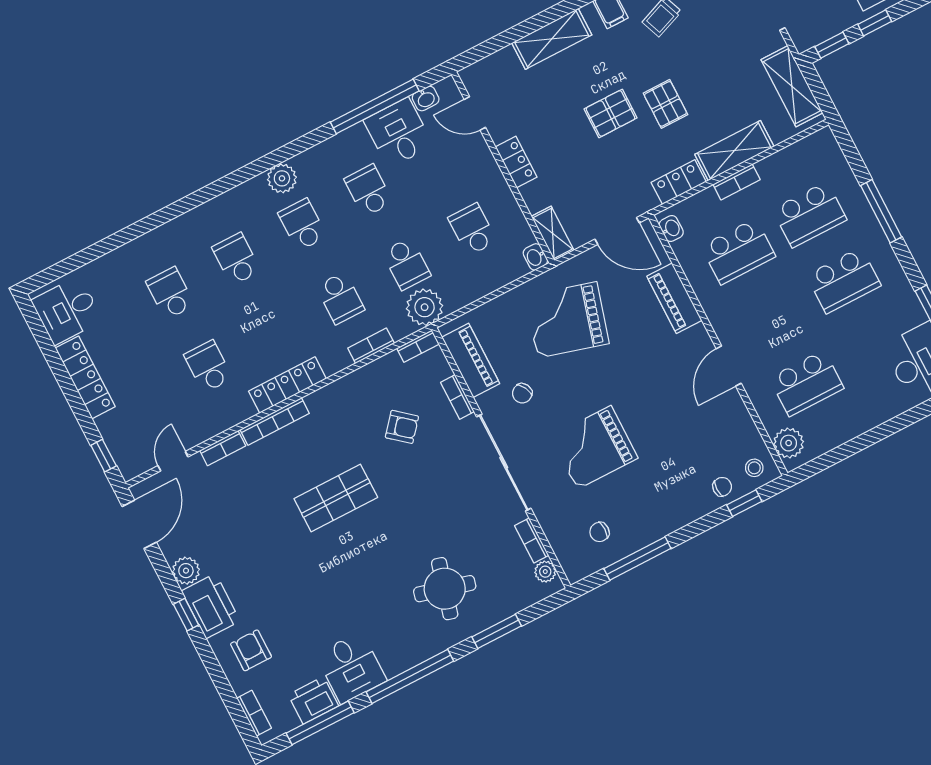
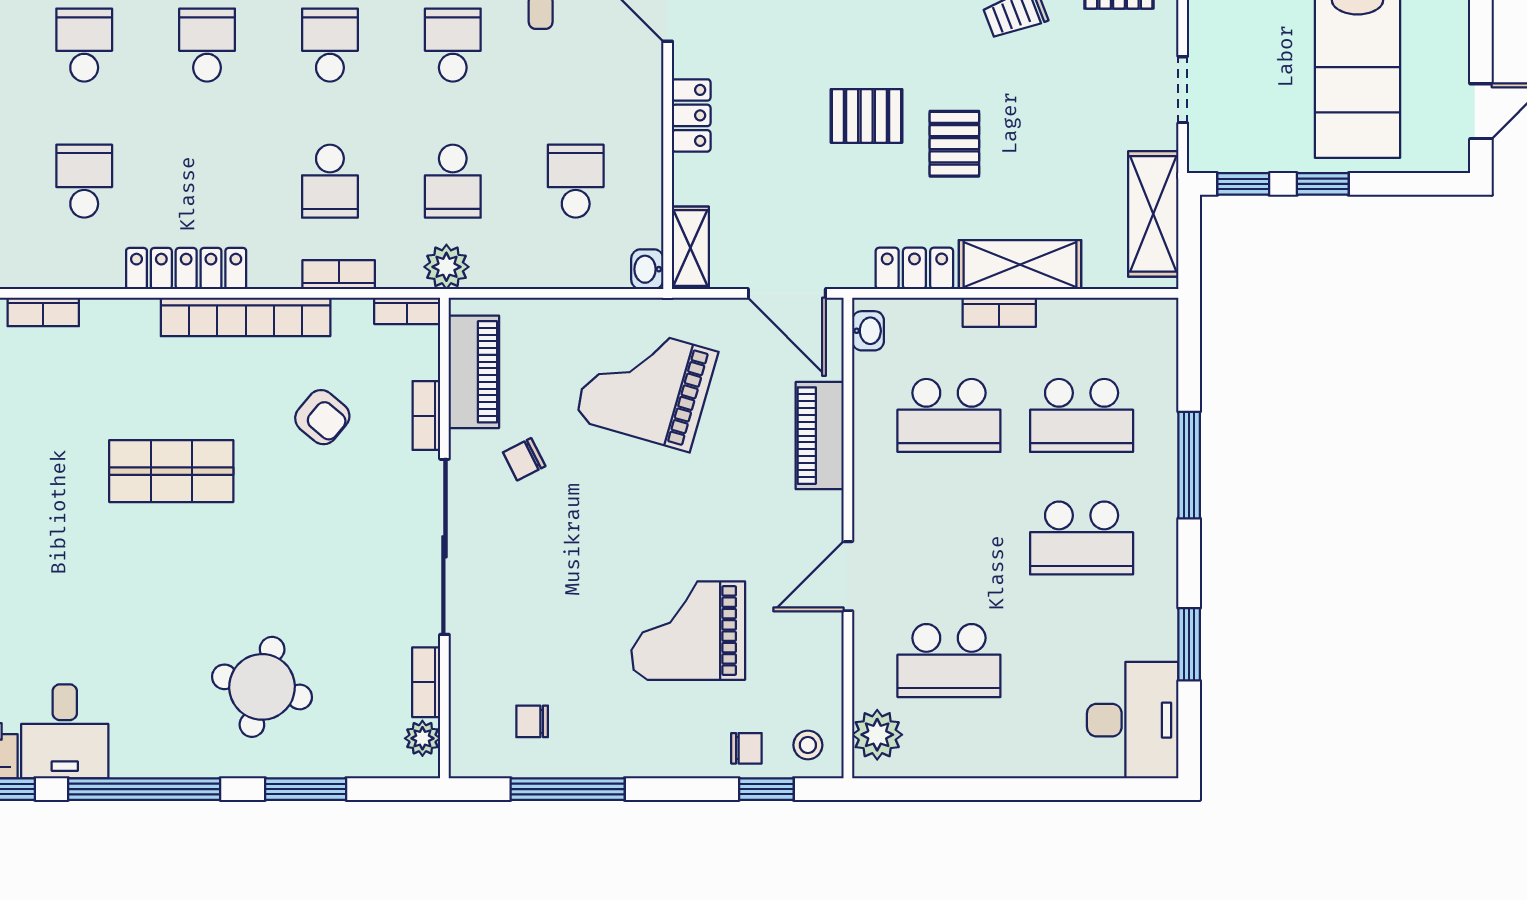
plant: (425, 307) -> (446, 267), width x0.73, depth x0.73
bookcase: (275, 421) -> (246, 317), moved, width x1.48, depth x1.31
grand piano: (594, 447) -> (688, 631), moved

